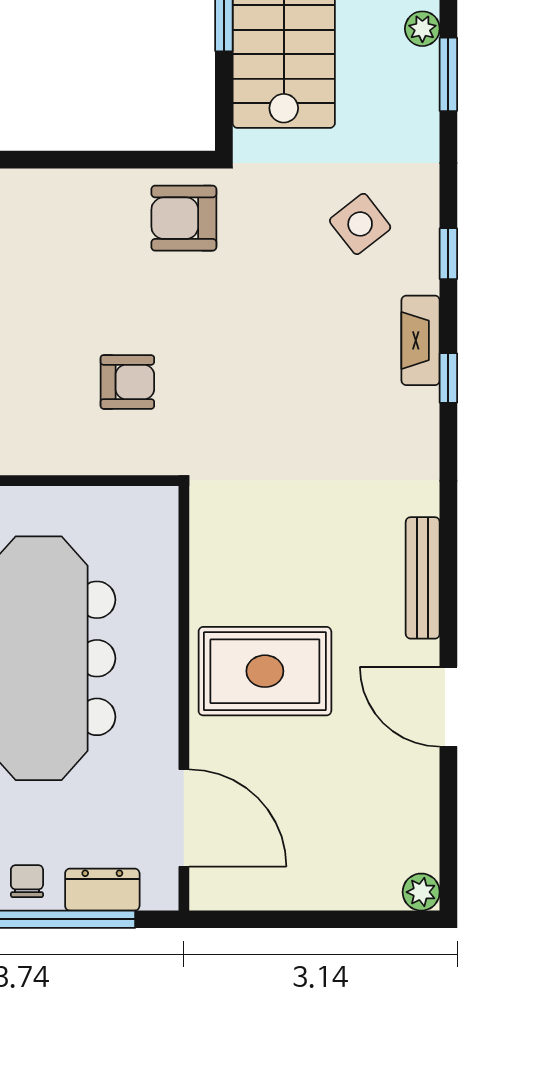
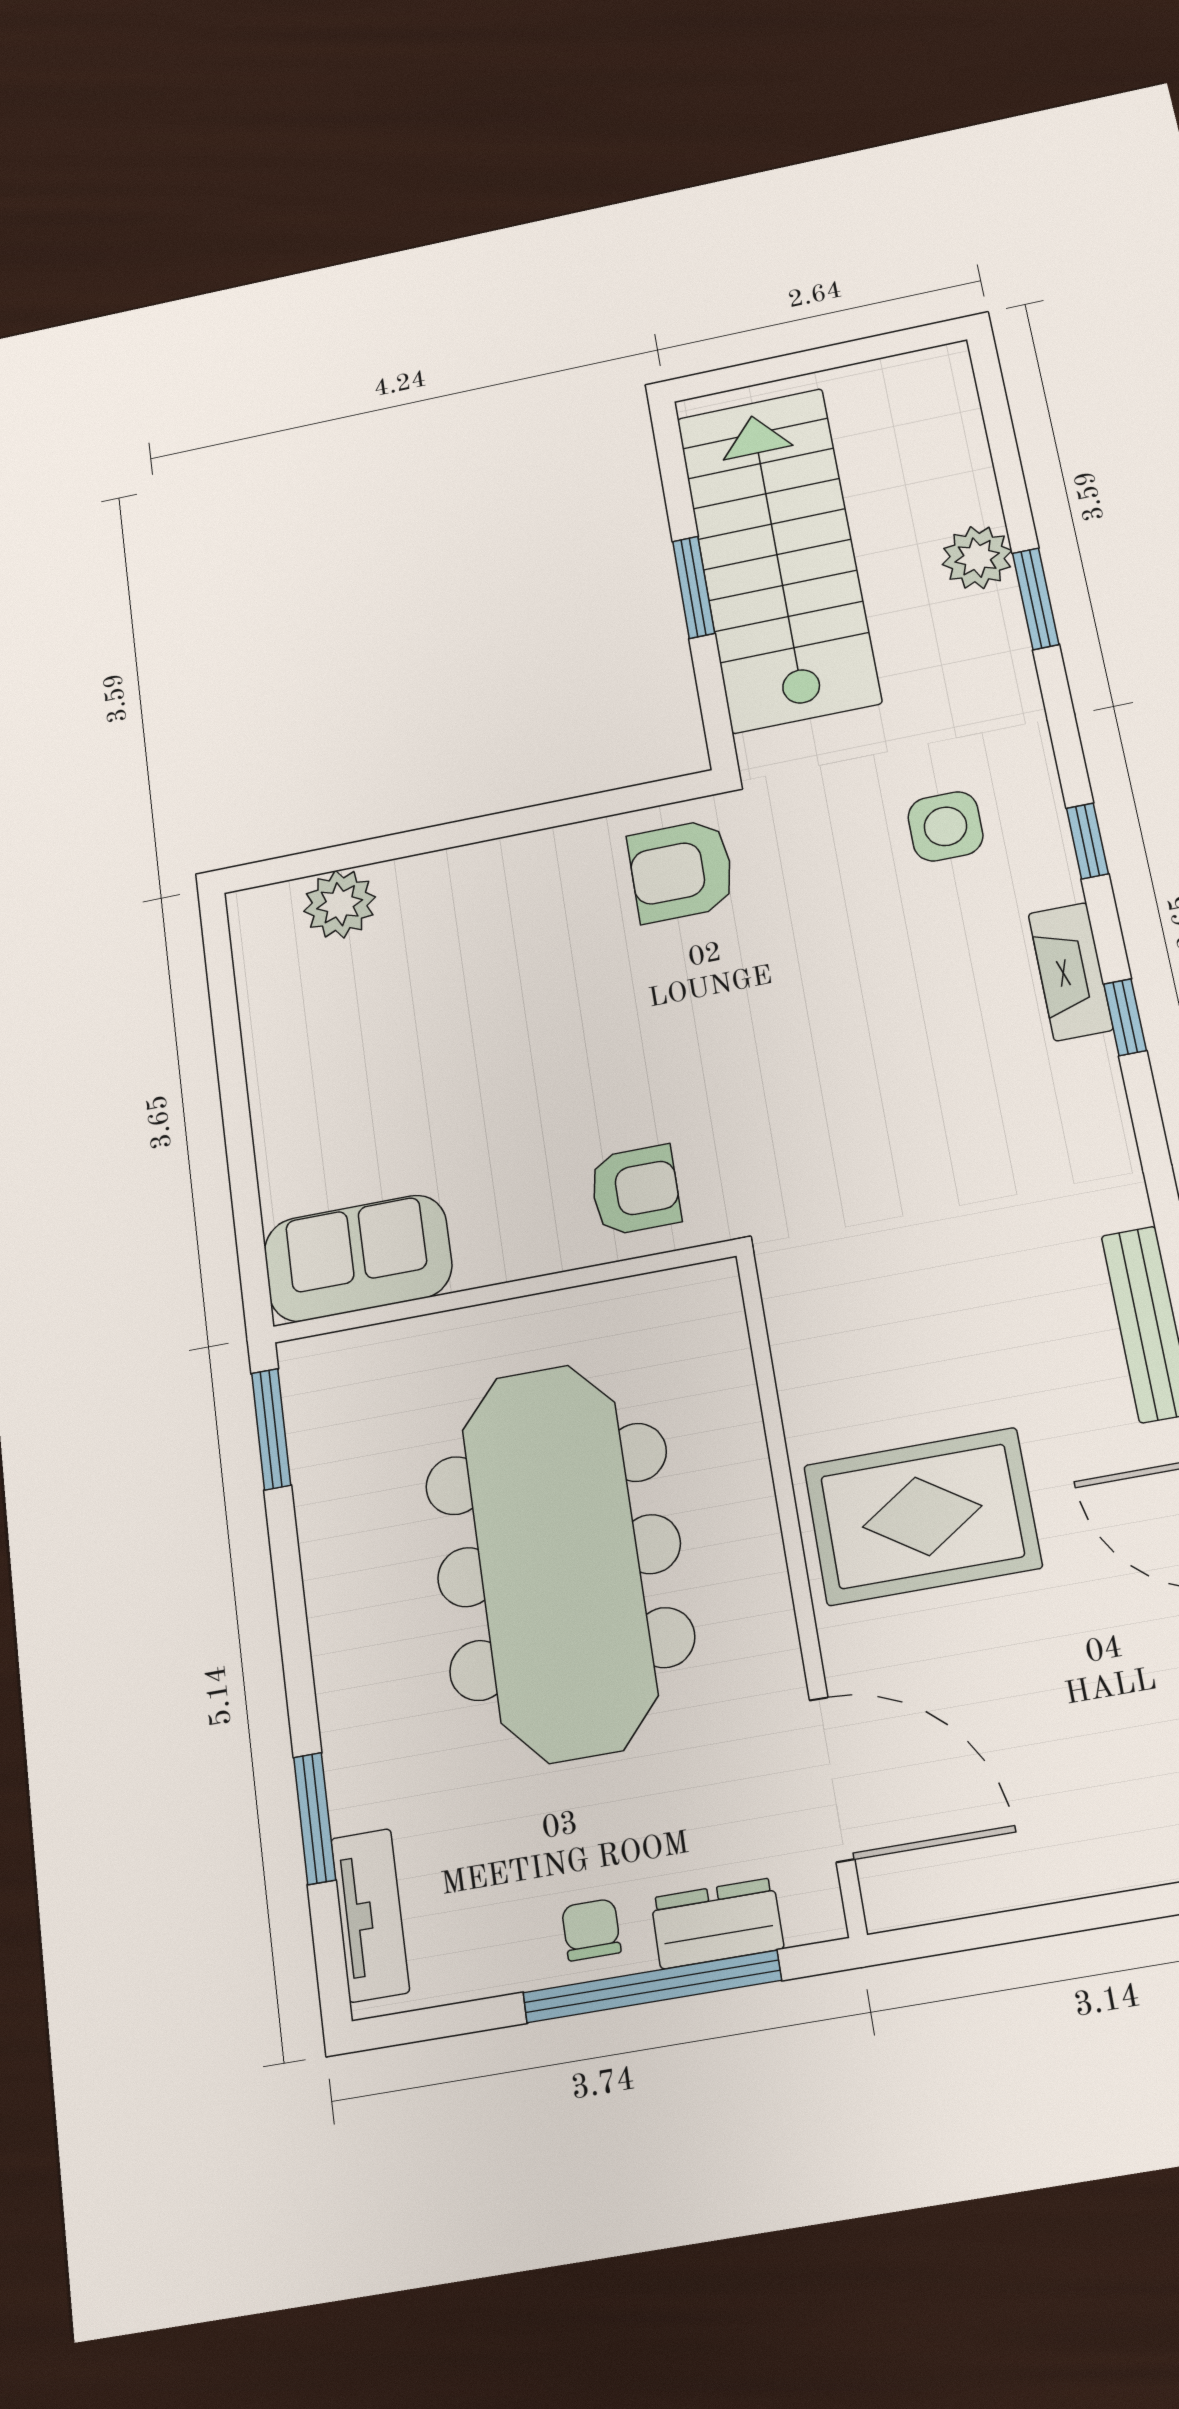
plant: (422, 29) -> (977, 558), width x1.38, depth x1.38
side table: (360, 224) -> (945, 826), turned 38
armchair: (127, 382) -> (635, 1190), moved

